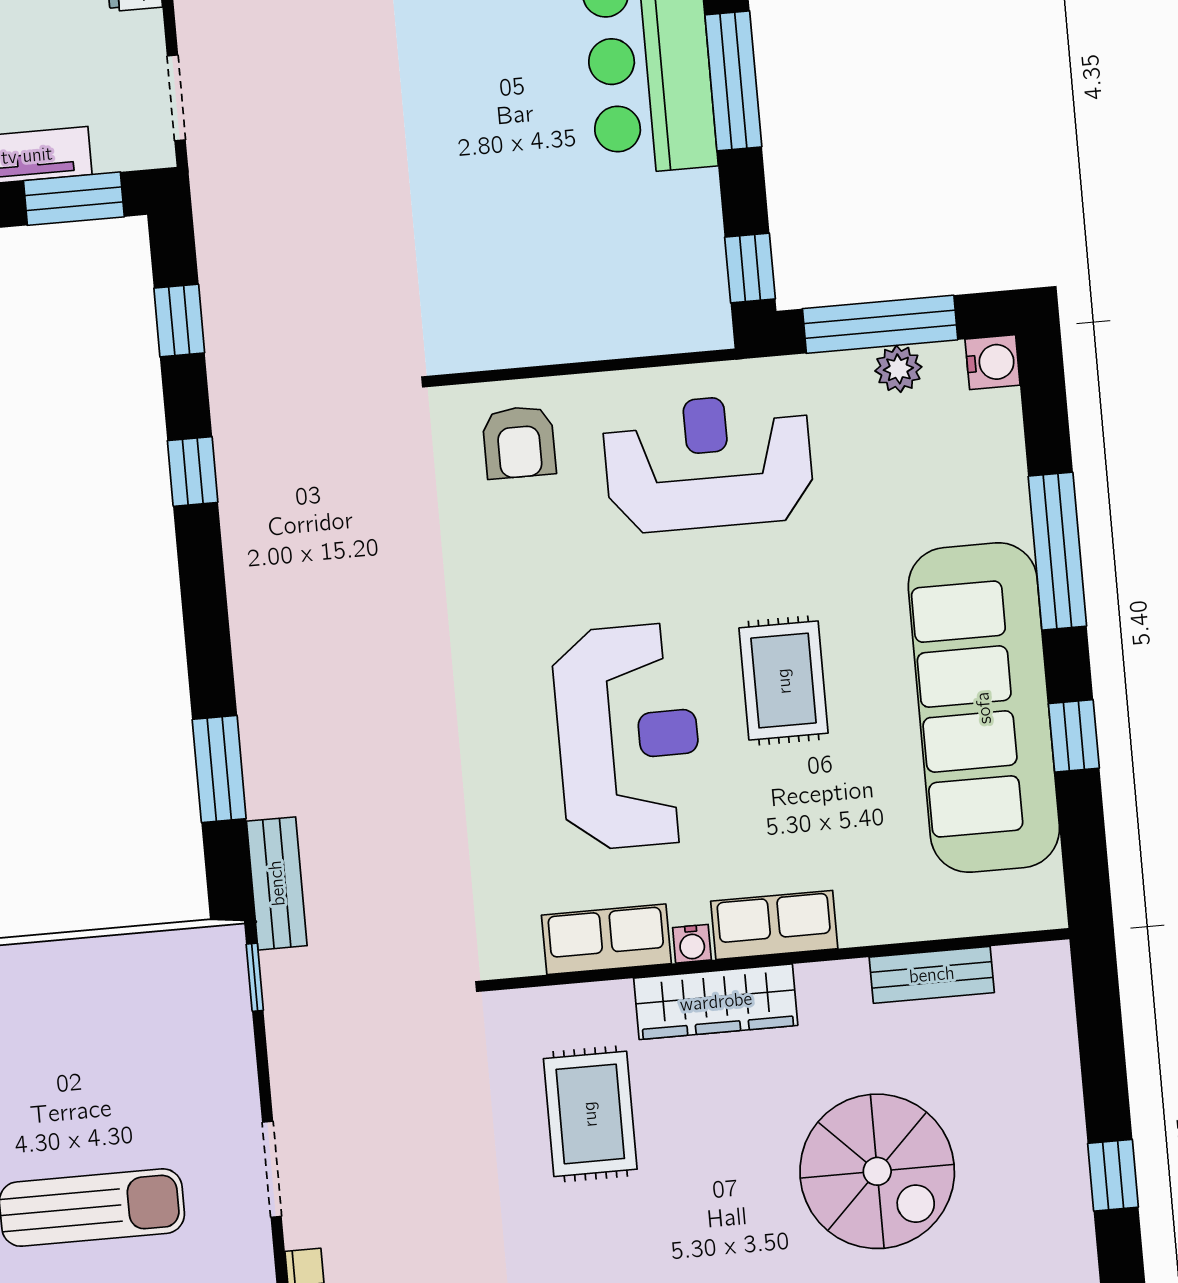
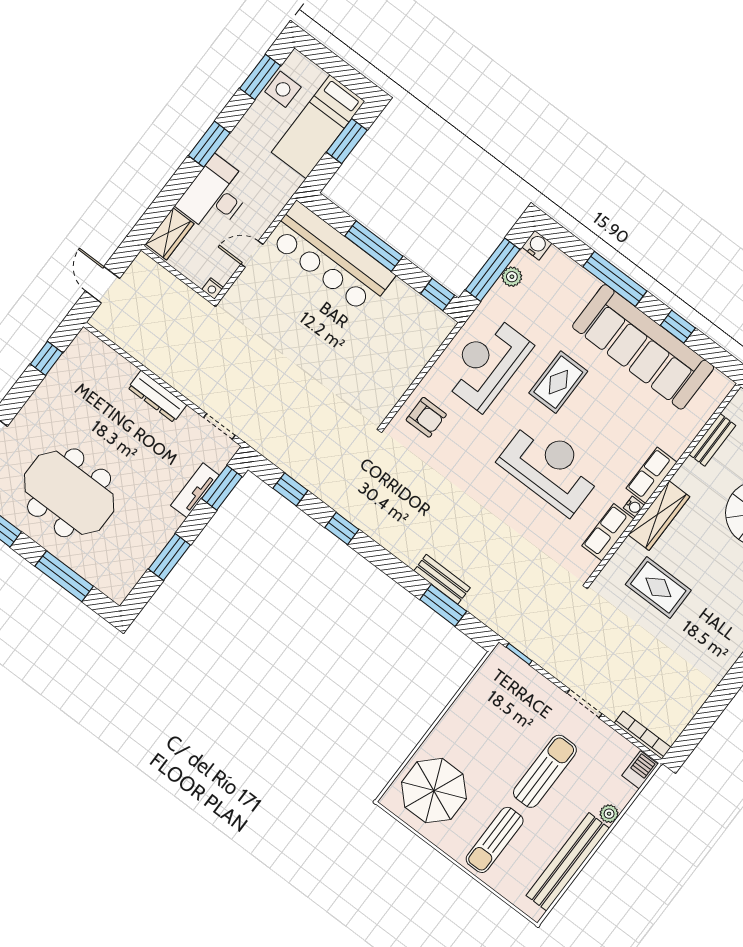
rug: (784, 681) -> (558, 382), moved, turned 90
bench: (277, 883) -> (442, 579), moved

